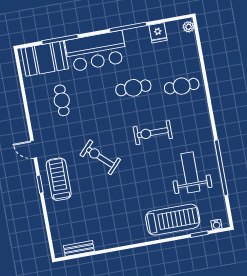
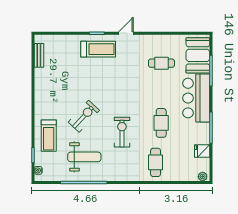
exercise bike: (100, 157) -> (84, 116), moved
treadmill: (173, 220) -> (49, 136), width x0.73, depth x0.73

